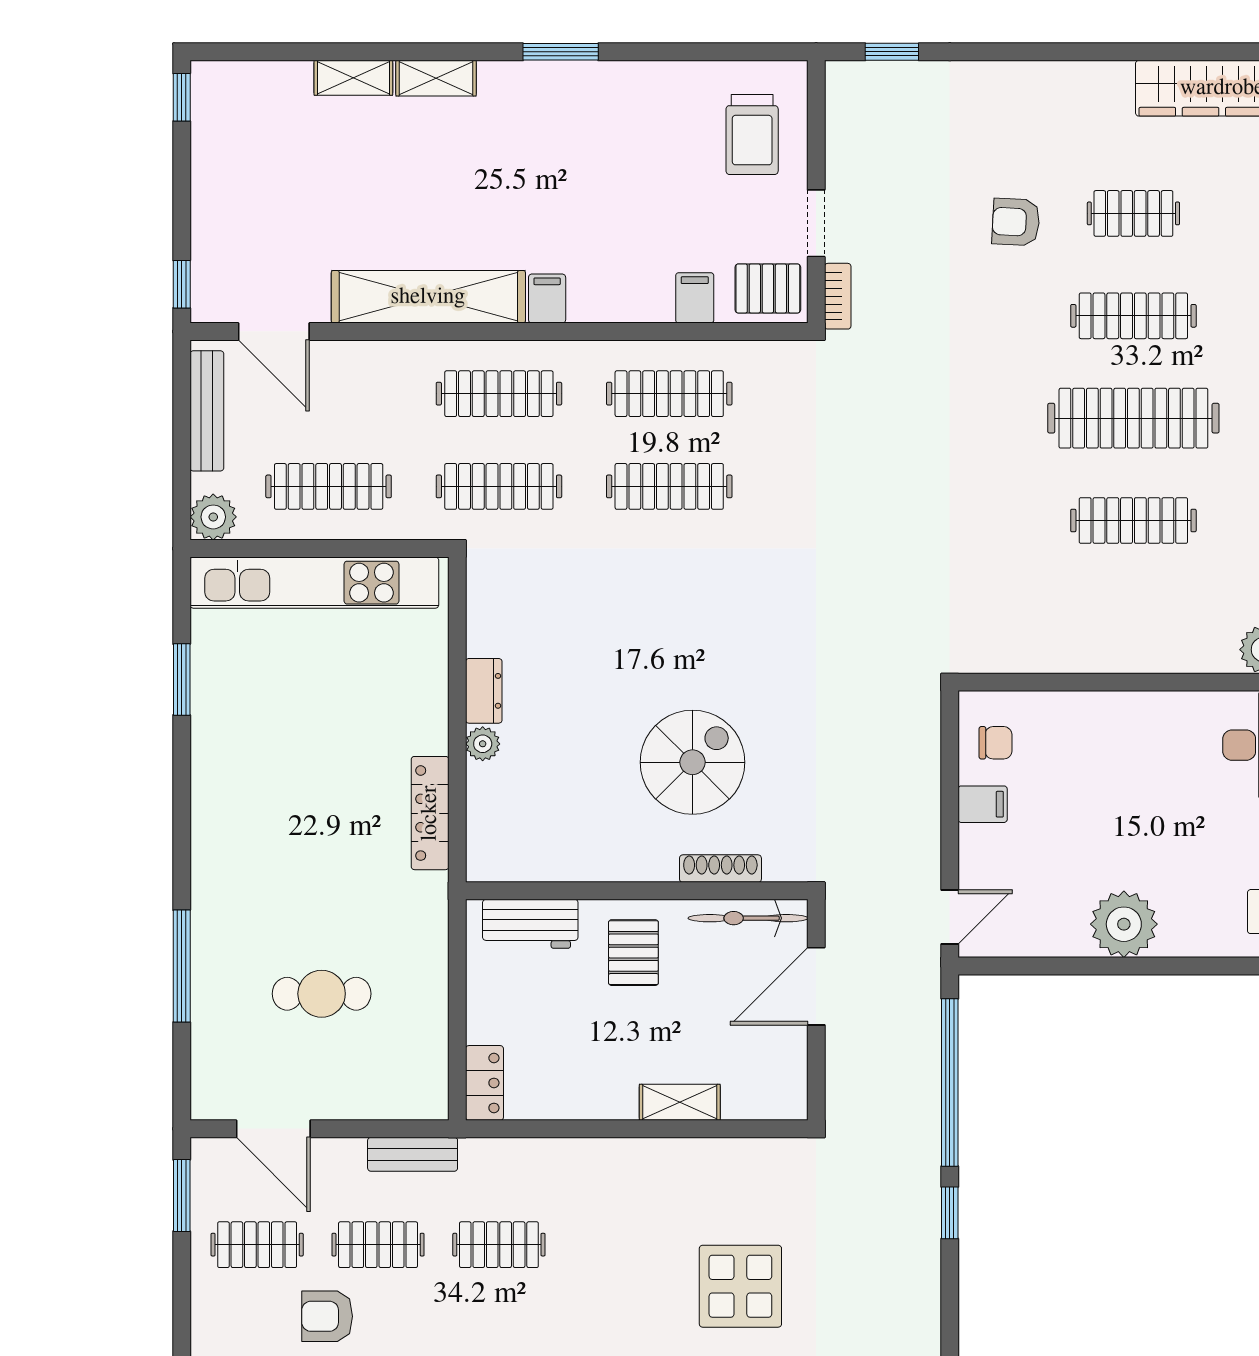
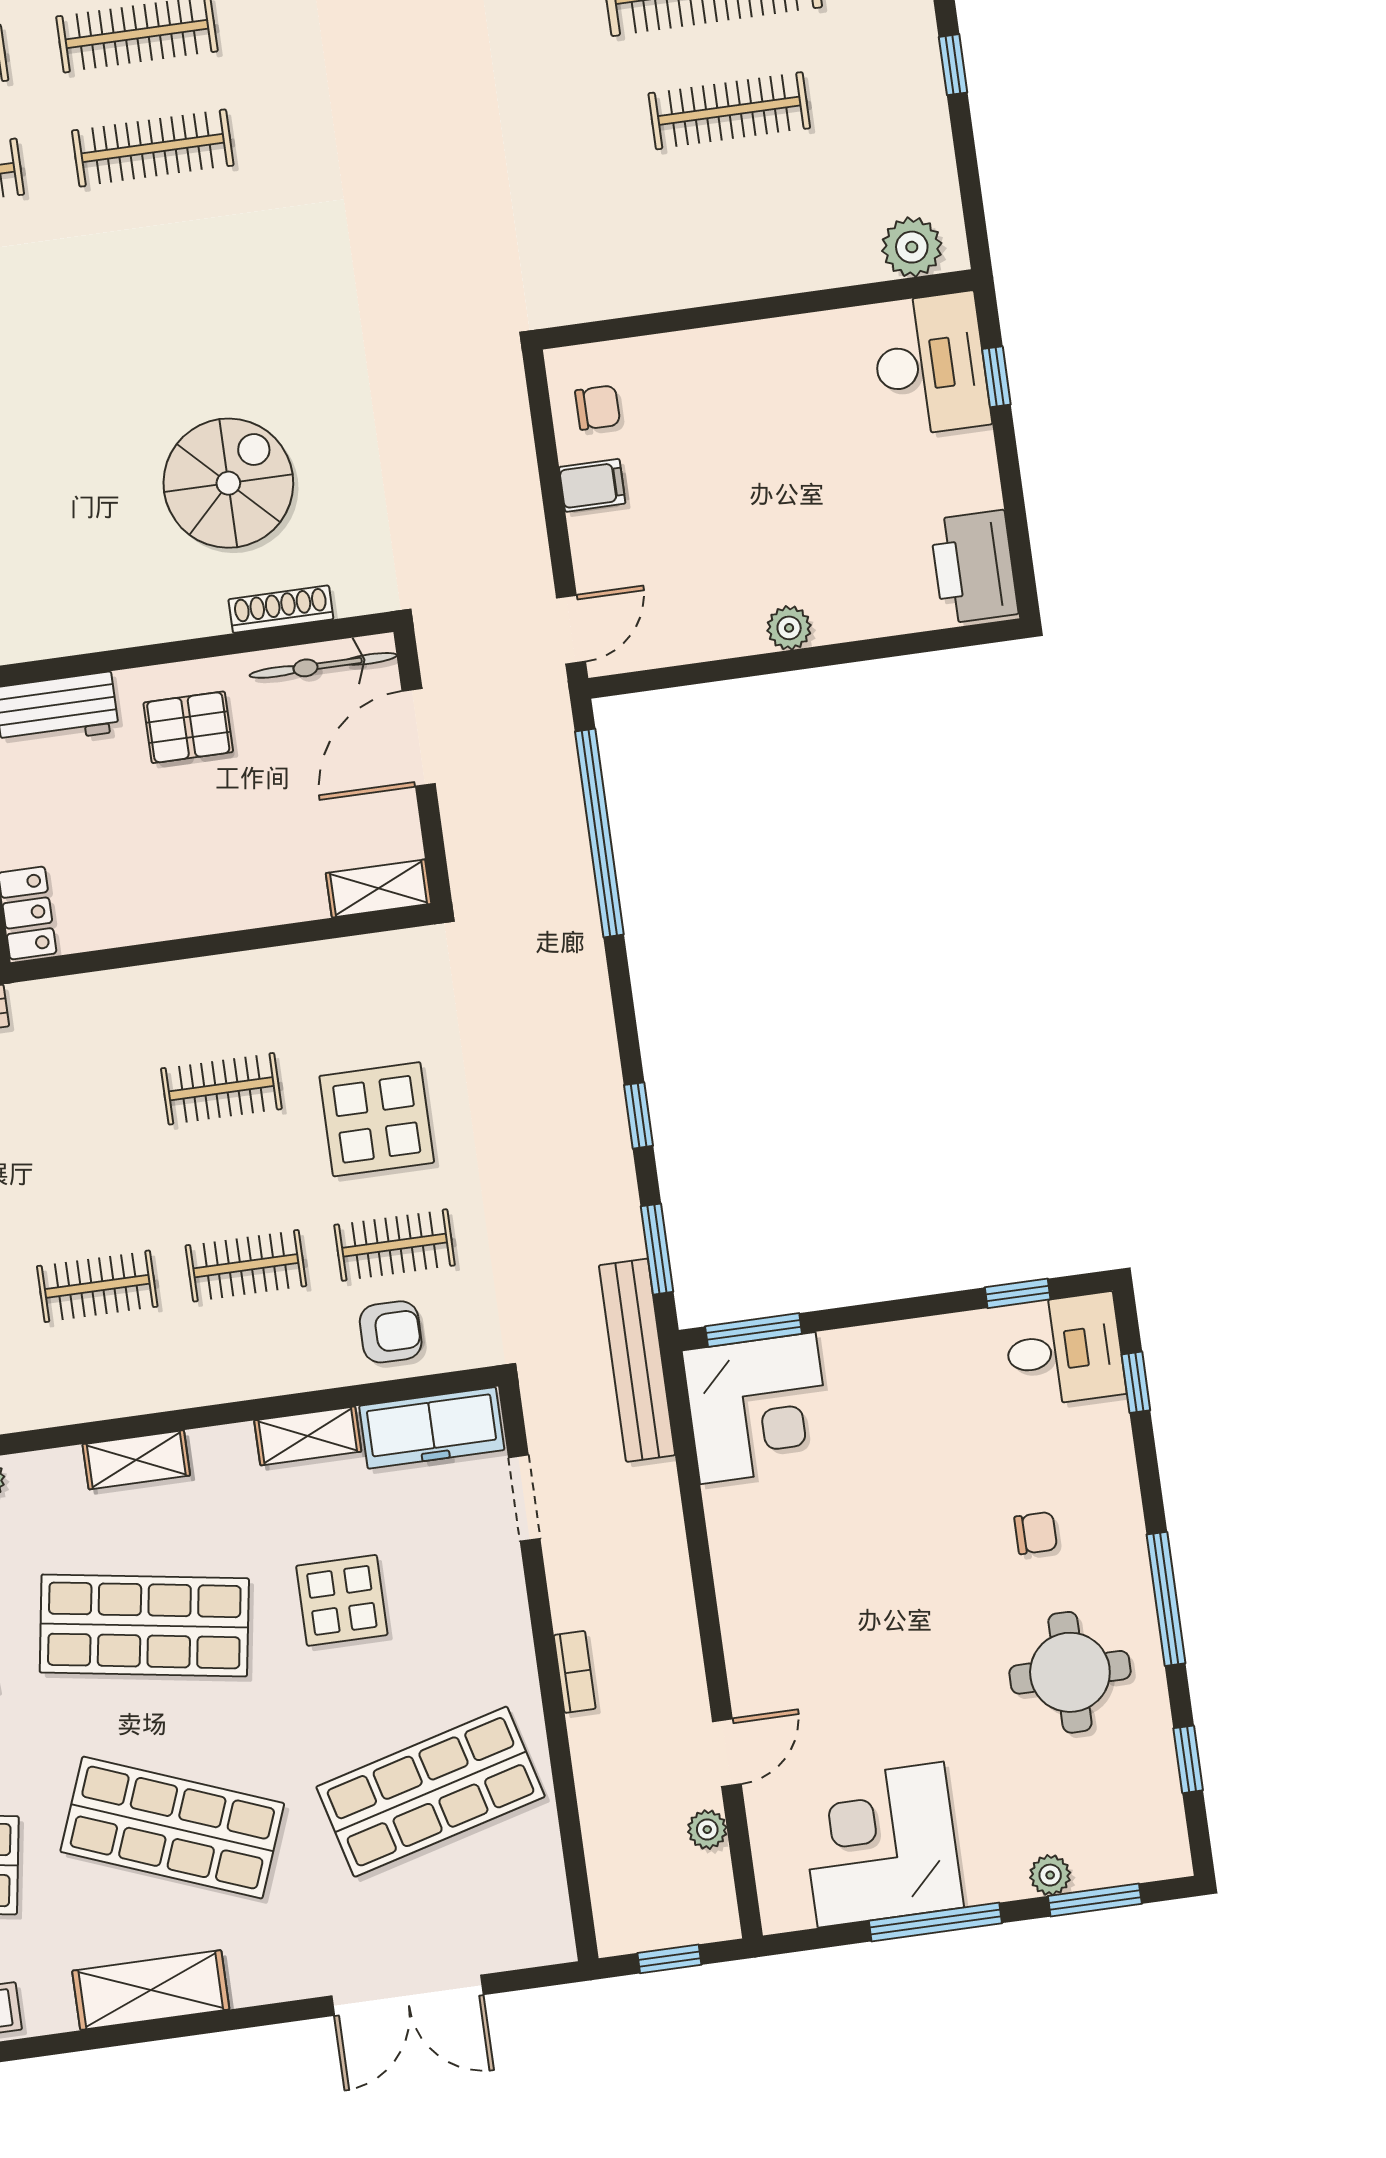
plant: (1124, 924) -> (789, 628), width x0.53, depth x0.53
pallet: (633, 953) -> (188, 727), turned 90
shelving: (680, 1102) -> (379, 888), moved
window: (950, 1213) -> (638, 1115), moved
clothes rail: (499, 1245) -> (221, 1089), moved

